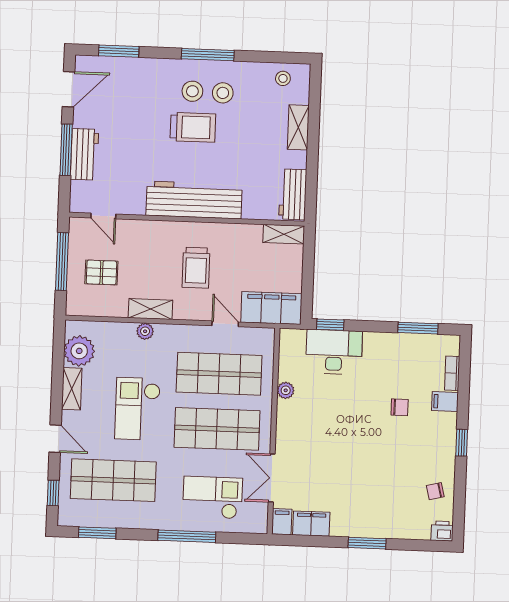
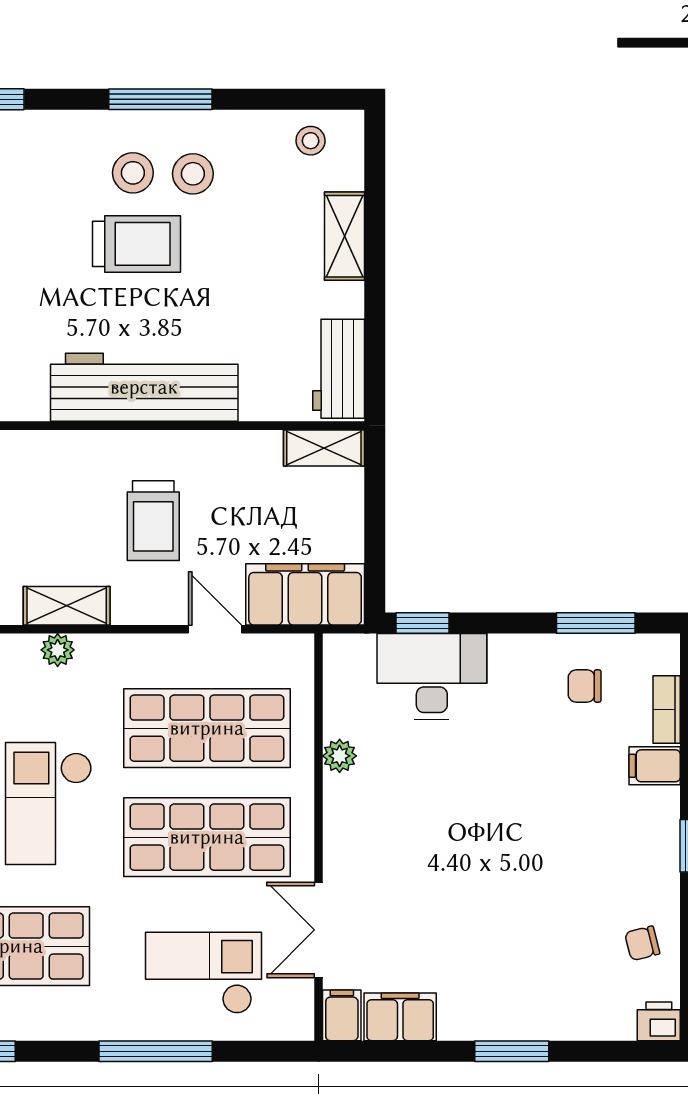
chair: (400, 407) -> (585, 686), moved, turned 180

